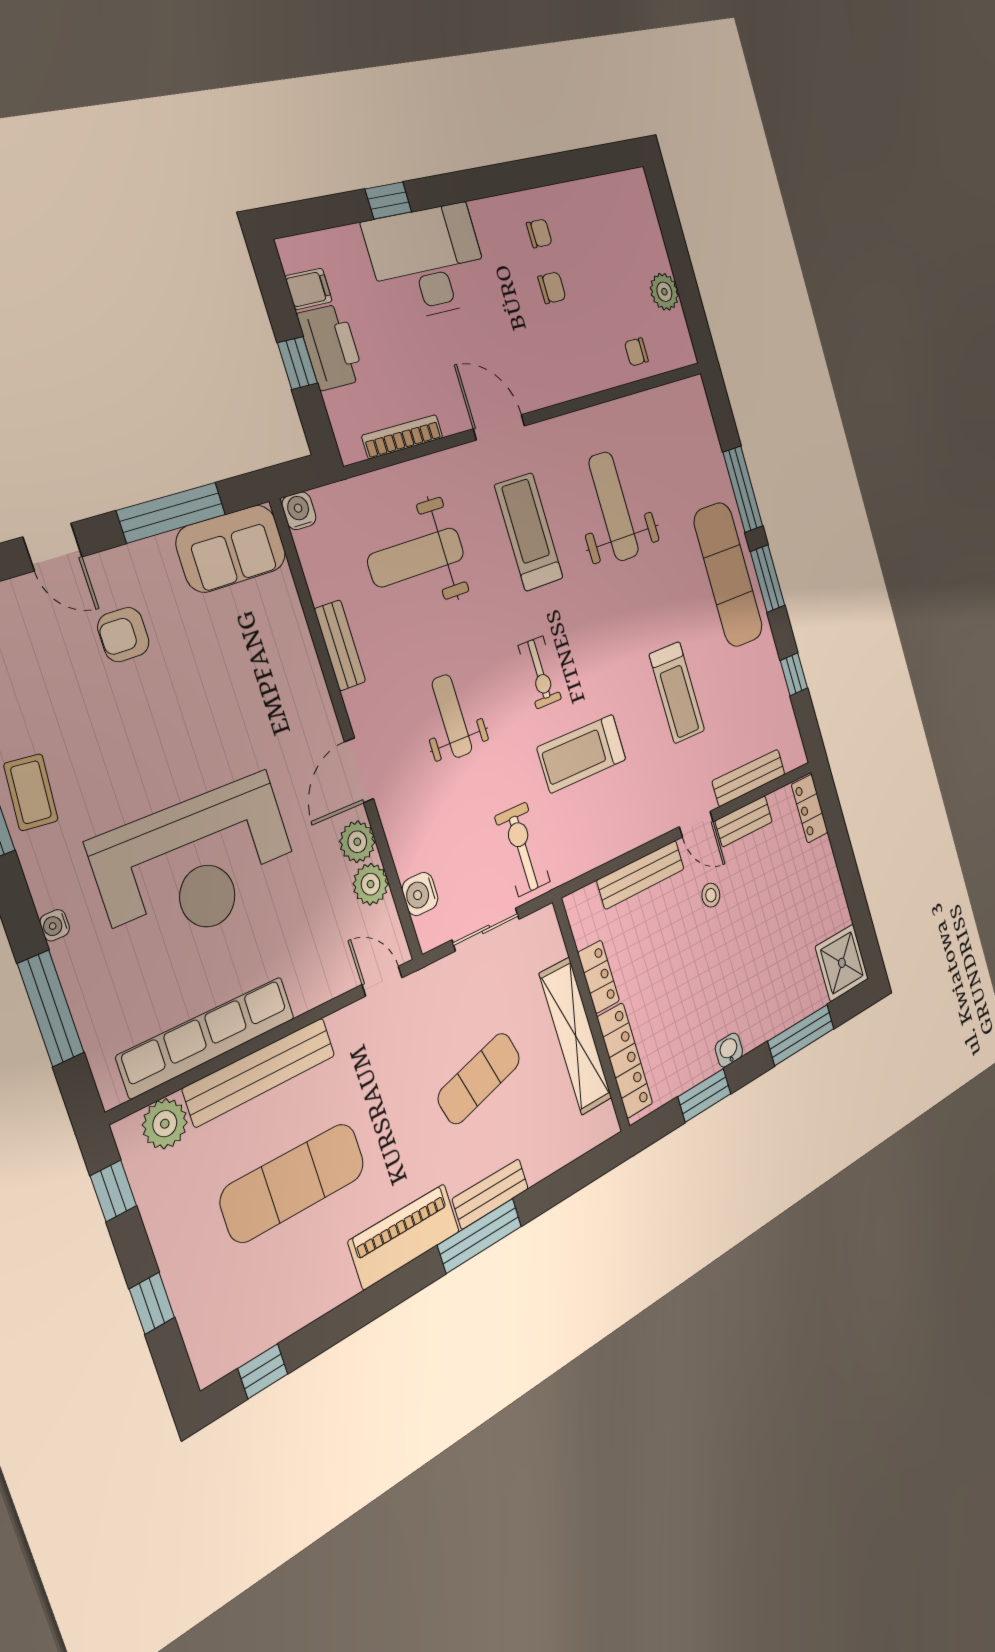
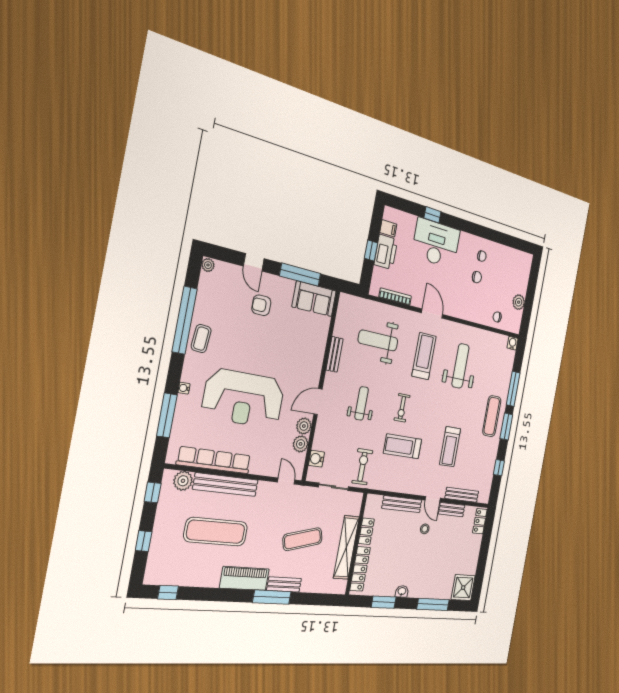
water cooler: (299, 511) -> (512, 343), moved
exercise mat: (728, 575) -> (492, 416), width x0.73, depth x0.69

